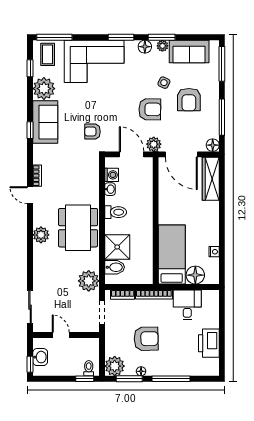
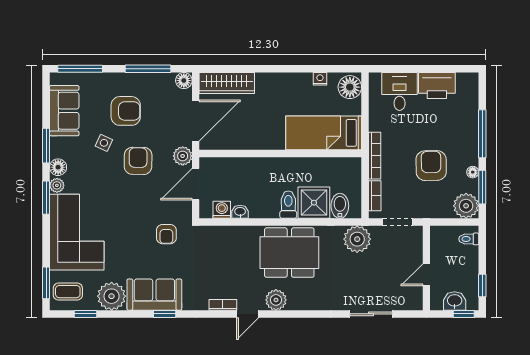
window: (54, 37) -> (46, 283), width x0.69
plant: (162, 46) -> (57, 185), moved
toilet: (116, 212) -> (288, 205), moved
plant: (41, 235) -> (276, 300), moved
floor lamp: (195, 275) -> (350, 87), moved
desk: (187, 305) -> (400, 91), moved, turned 90
sliding door: (30, 307) -> (371, 314), moved
window: (85, 379) -> (482, 285), moved

